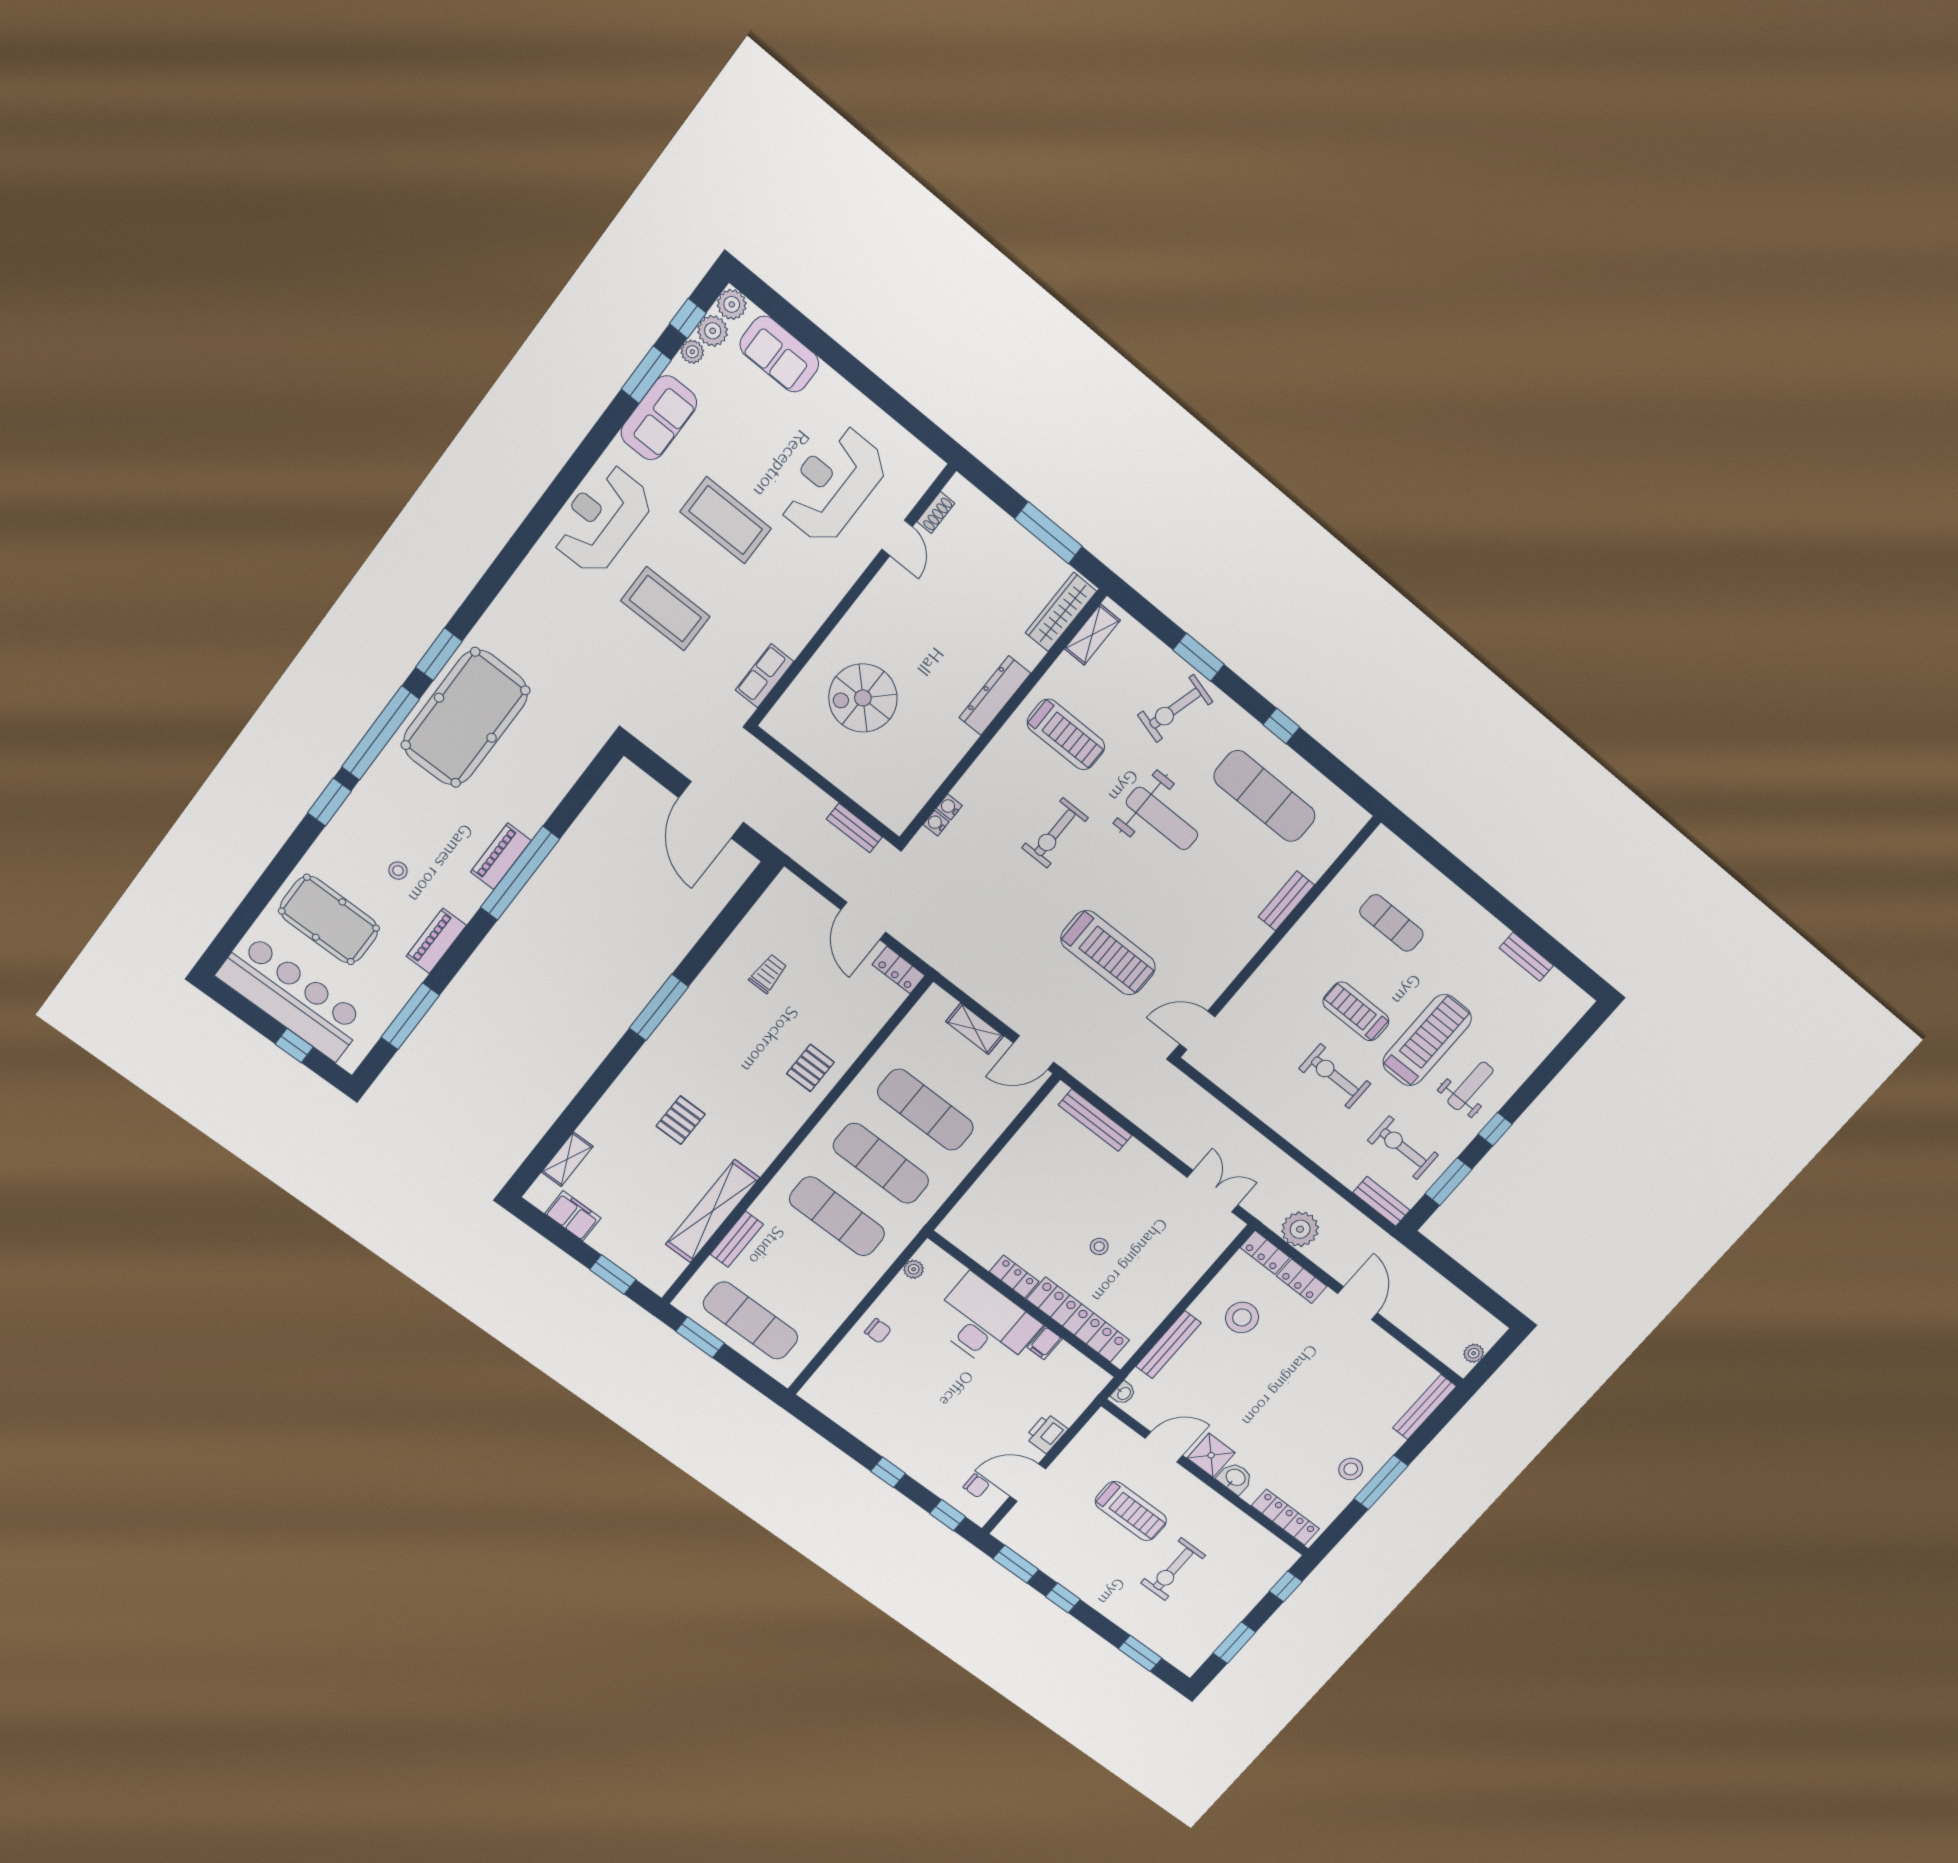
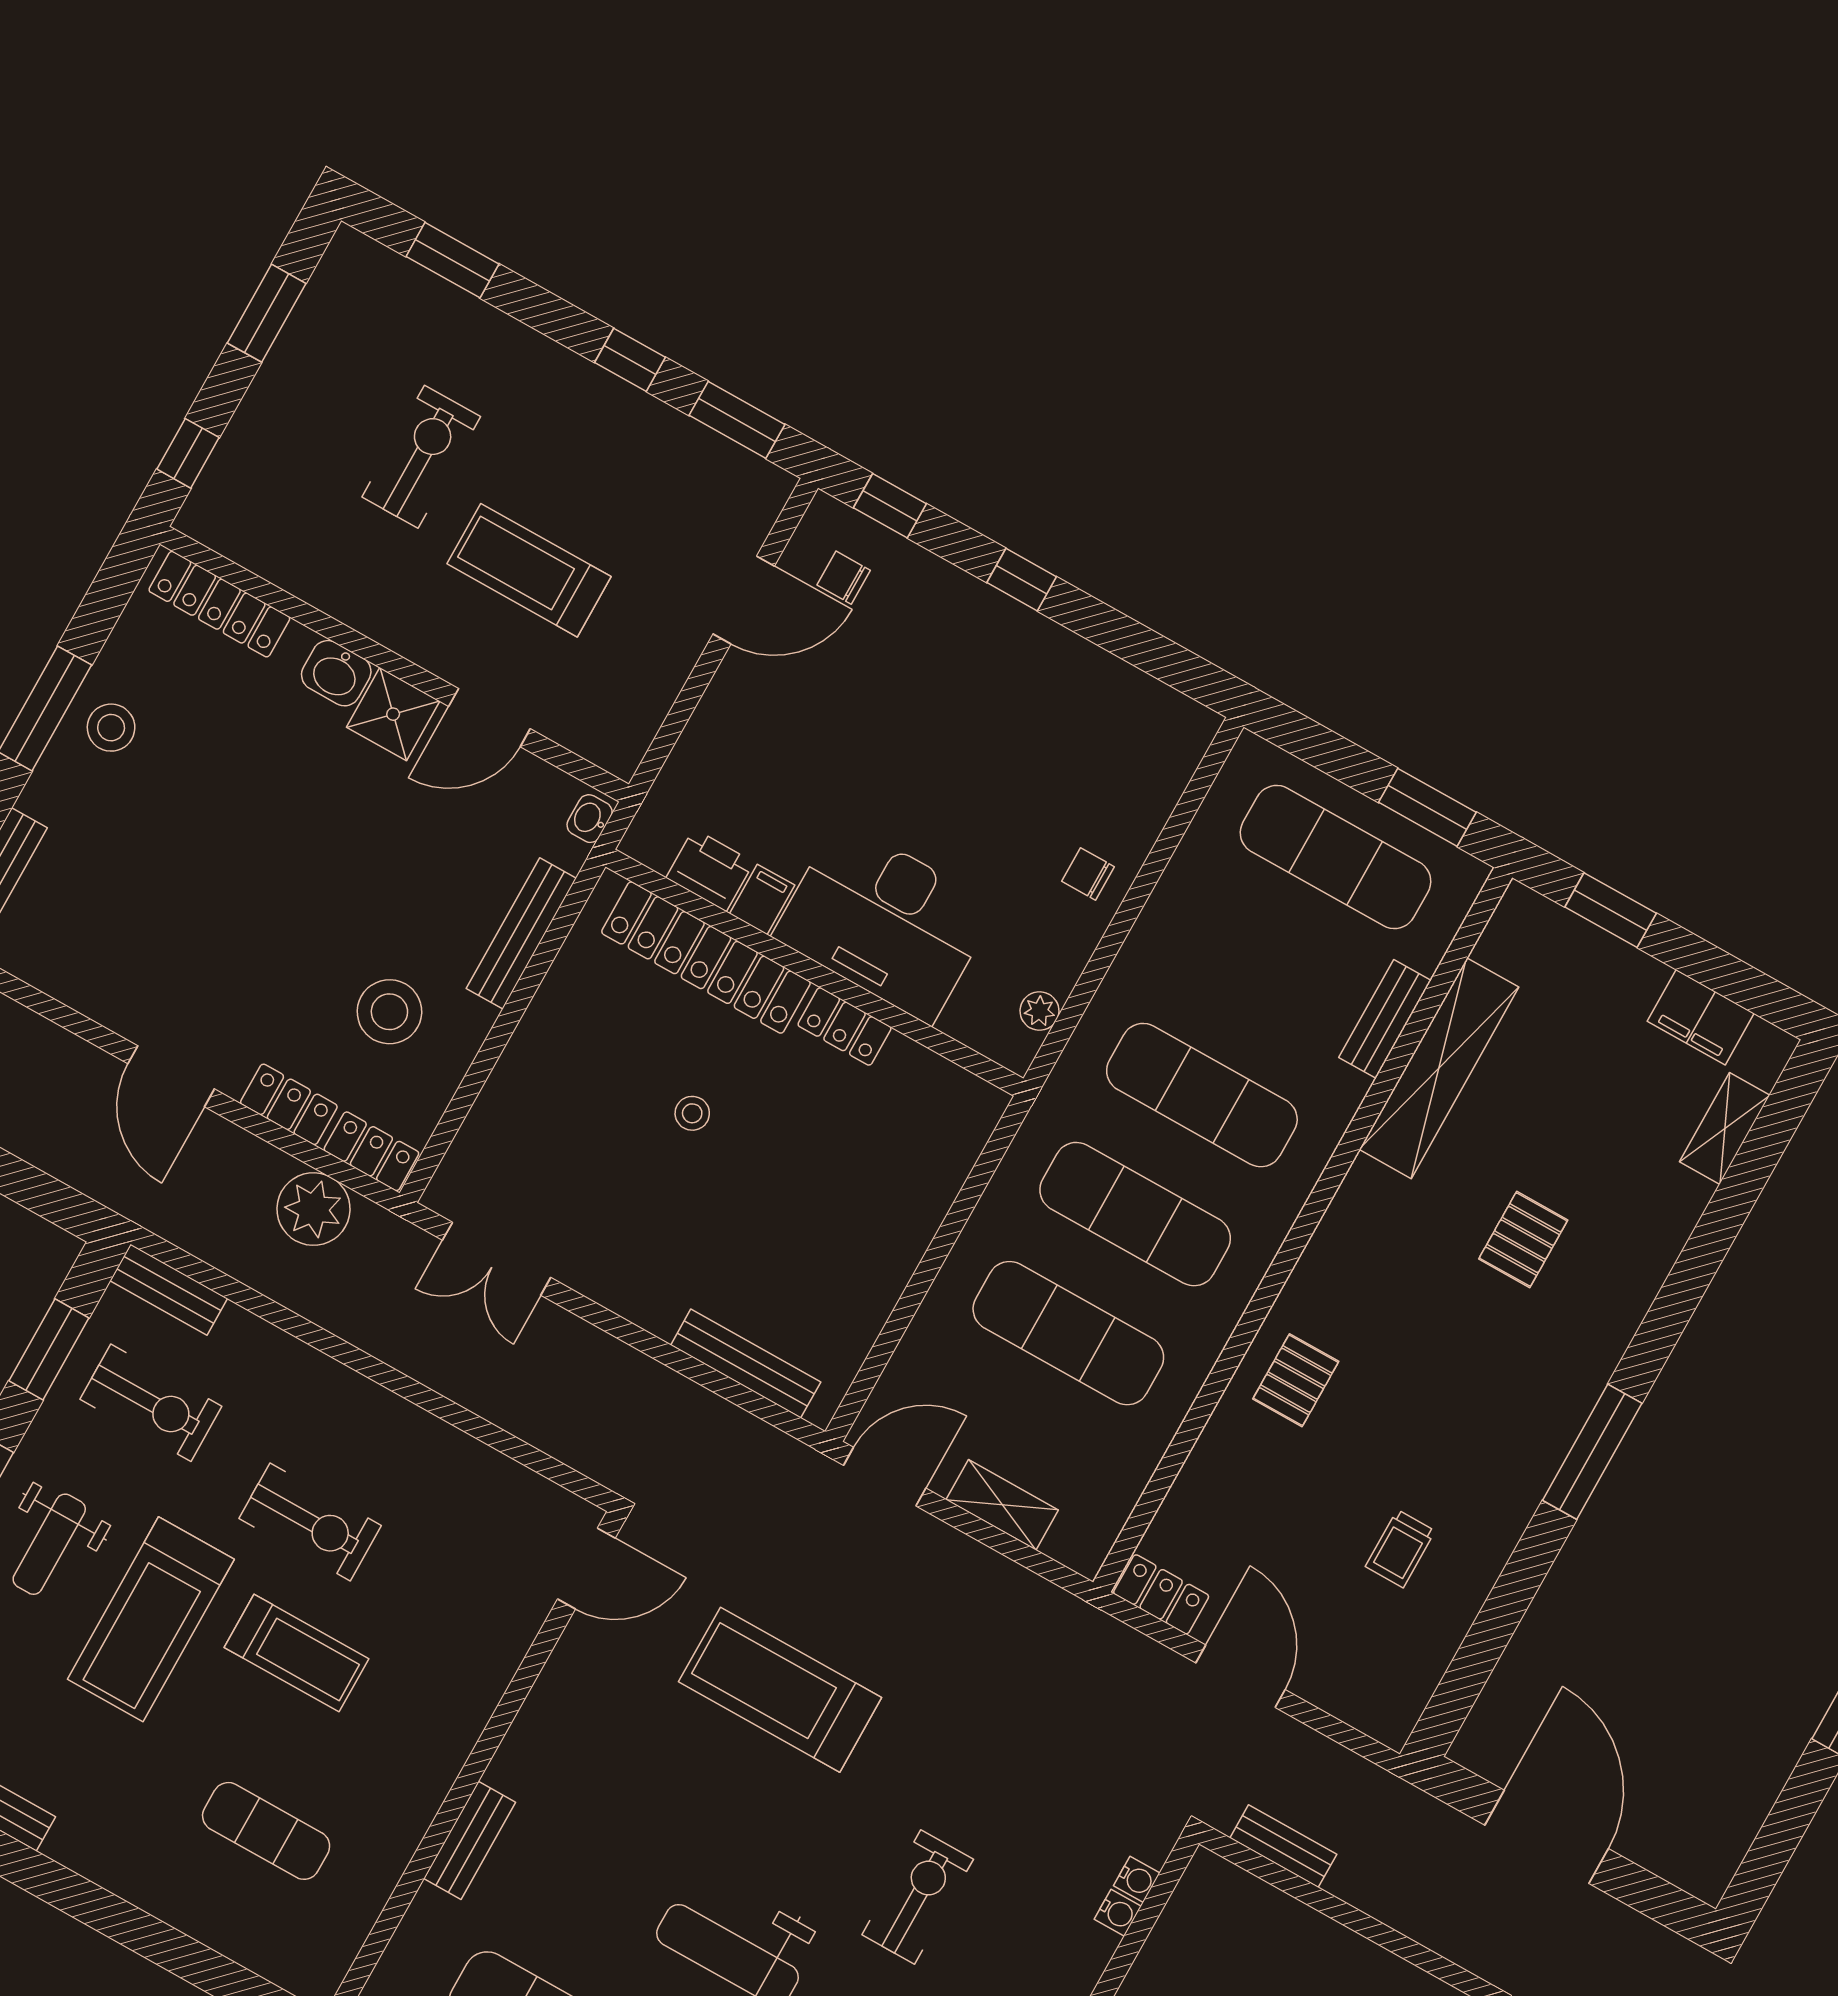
printer: (1046, 1433) -> (710, 870), moved, turned -90

